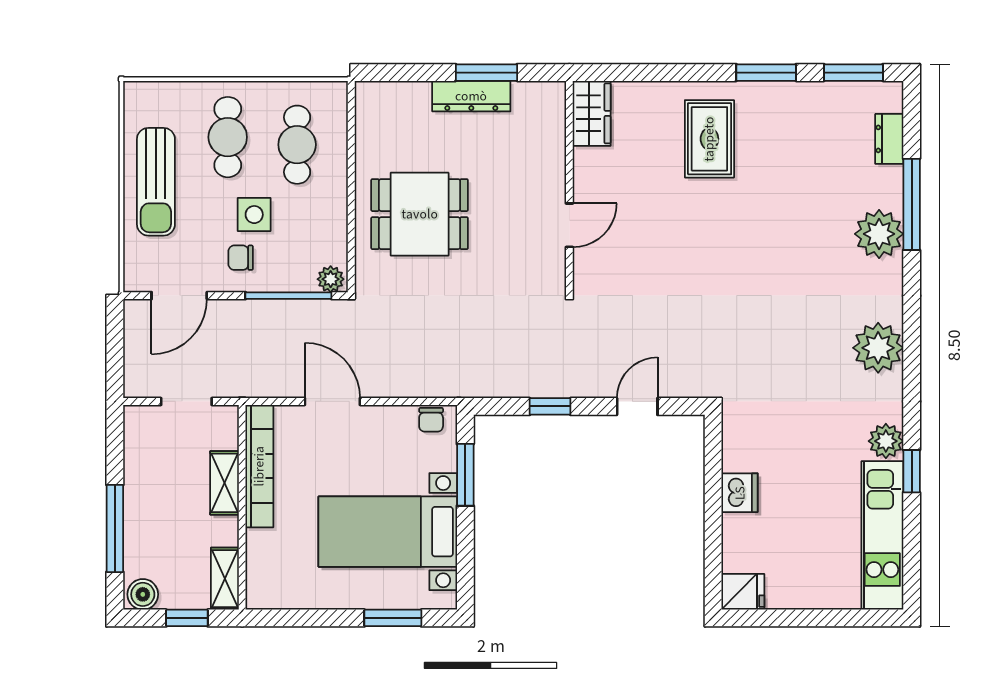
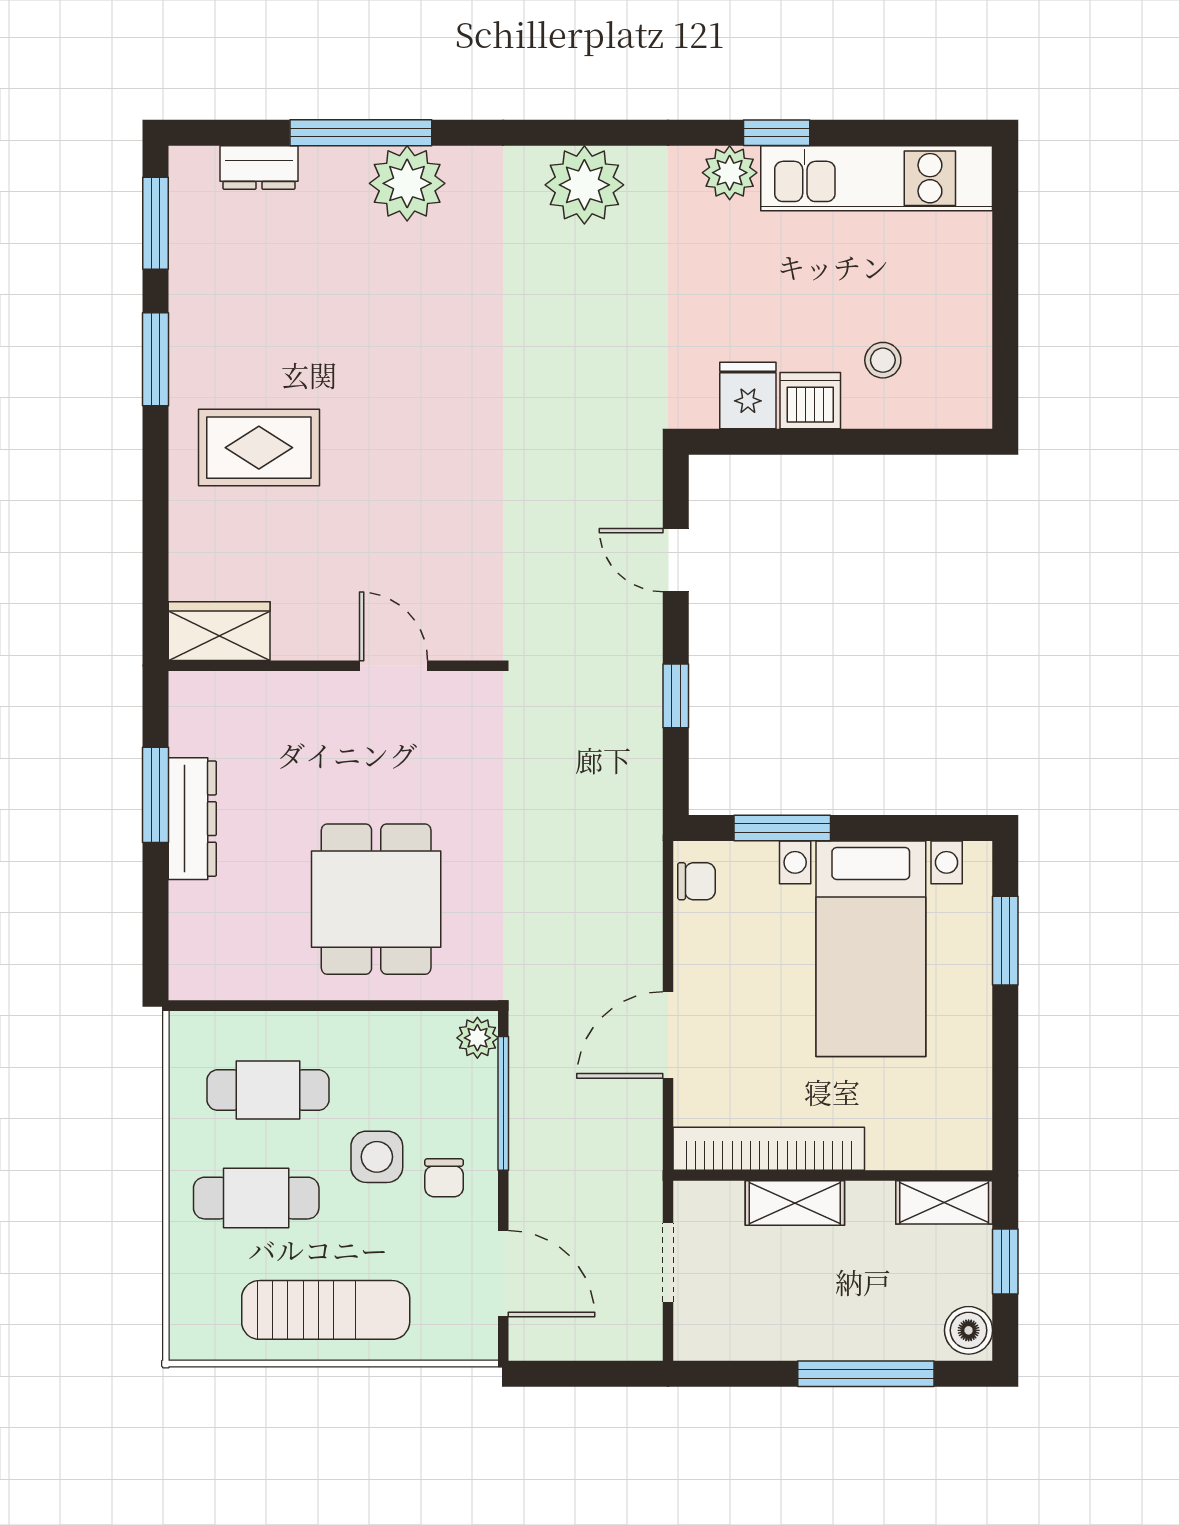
stool: (766, 539) -> (883, 360), added
fridge: (743, 592) -> (748, 395), moved

